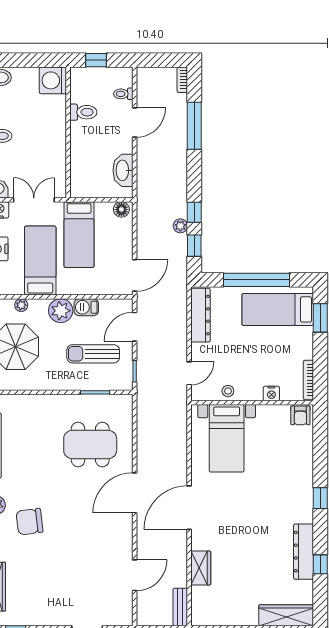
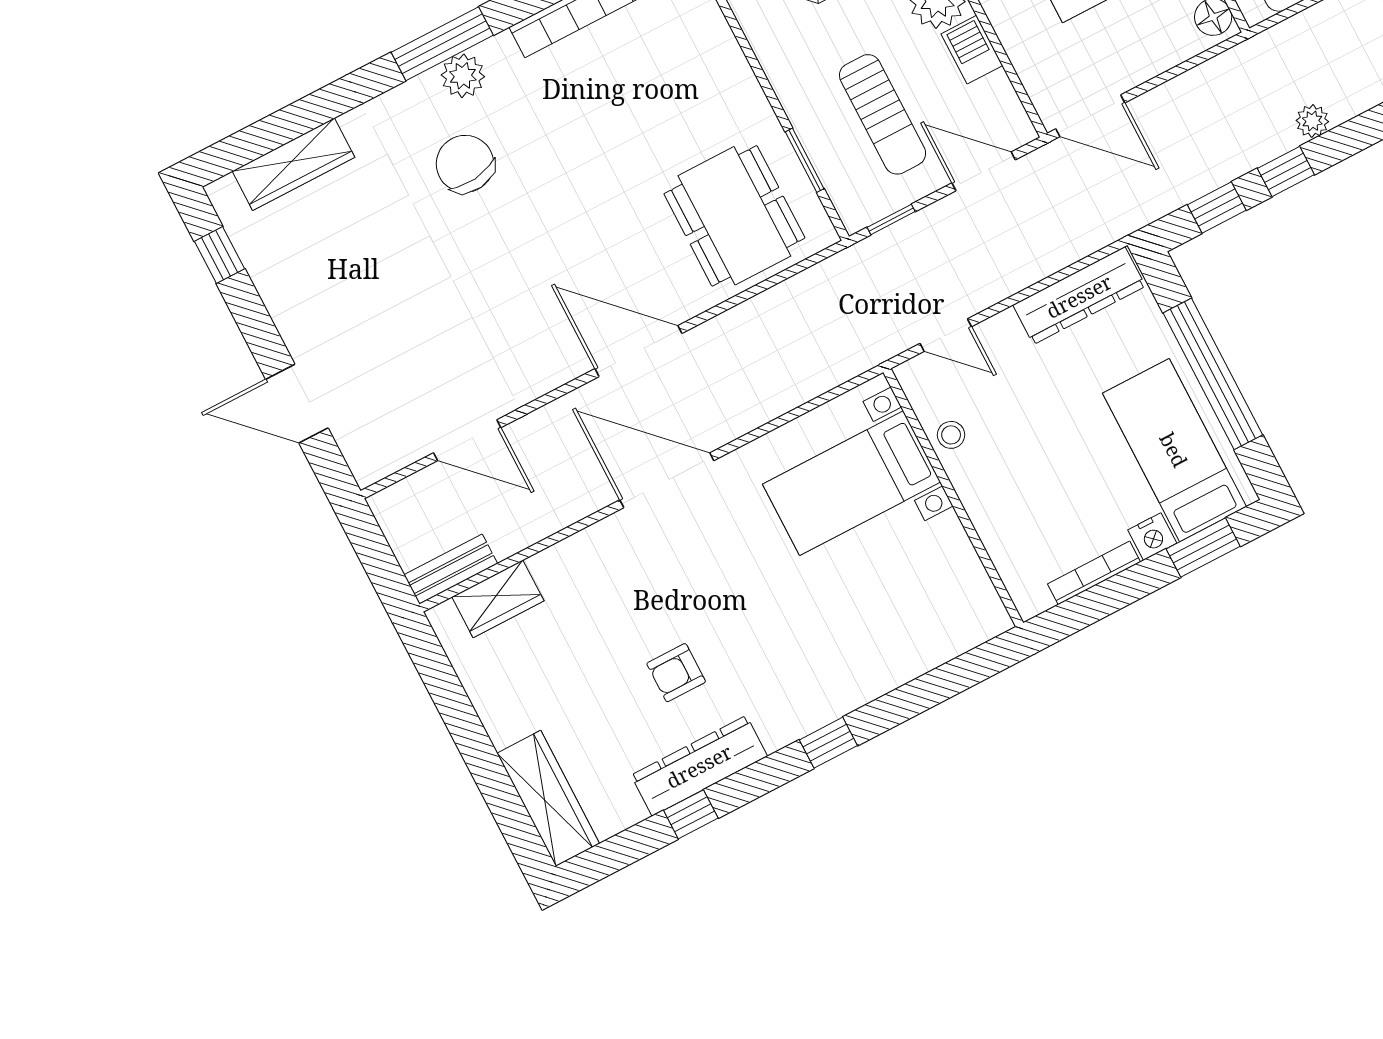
plant: (180, 226) -> (1312, 121), moved
sun lounger: (93, 354) -> (883, 114), turned 180
bookcase: (308, 380) -> (1094, 573), moved
nightstand: (271, 393) -> (1152, 537), moved, turned -90
armchair: (300, 415) -> (676, 673), moved
dining table: (90, 444) -> (734, 216), moved
wardrobe: (201, 568) -> (498, 599), moved

